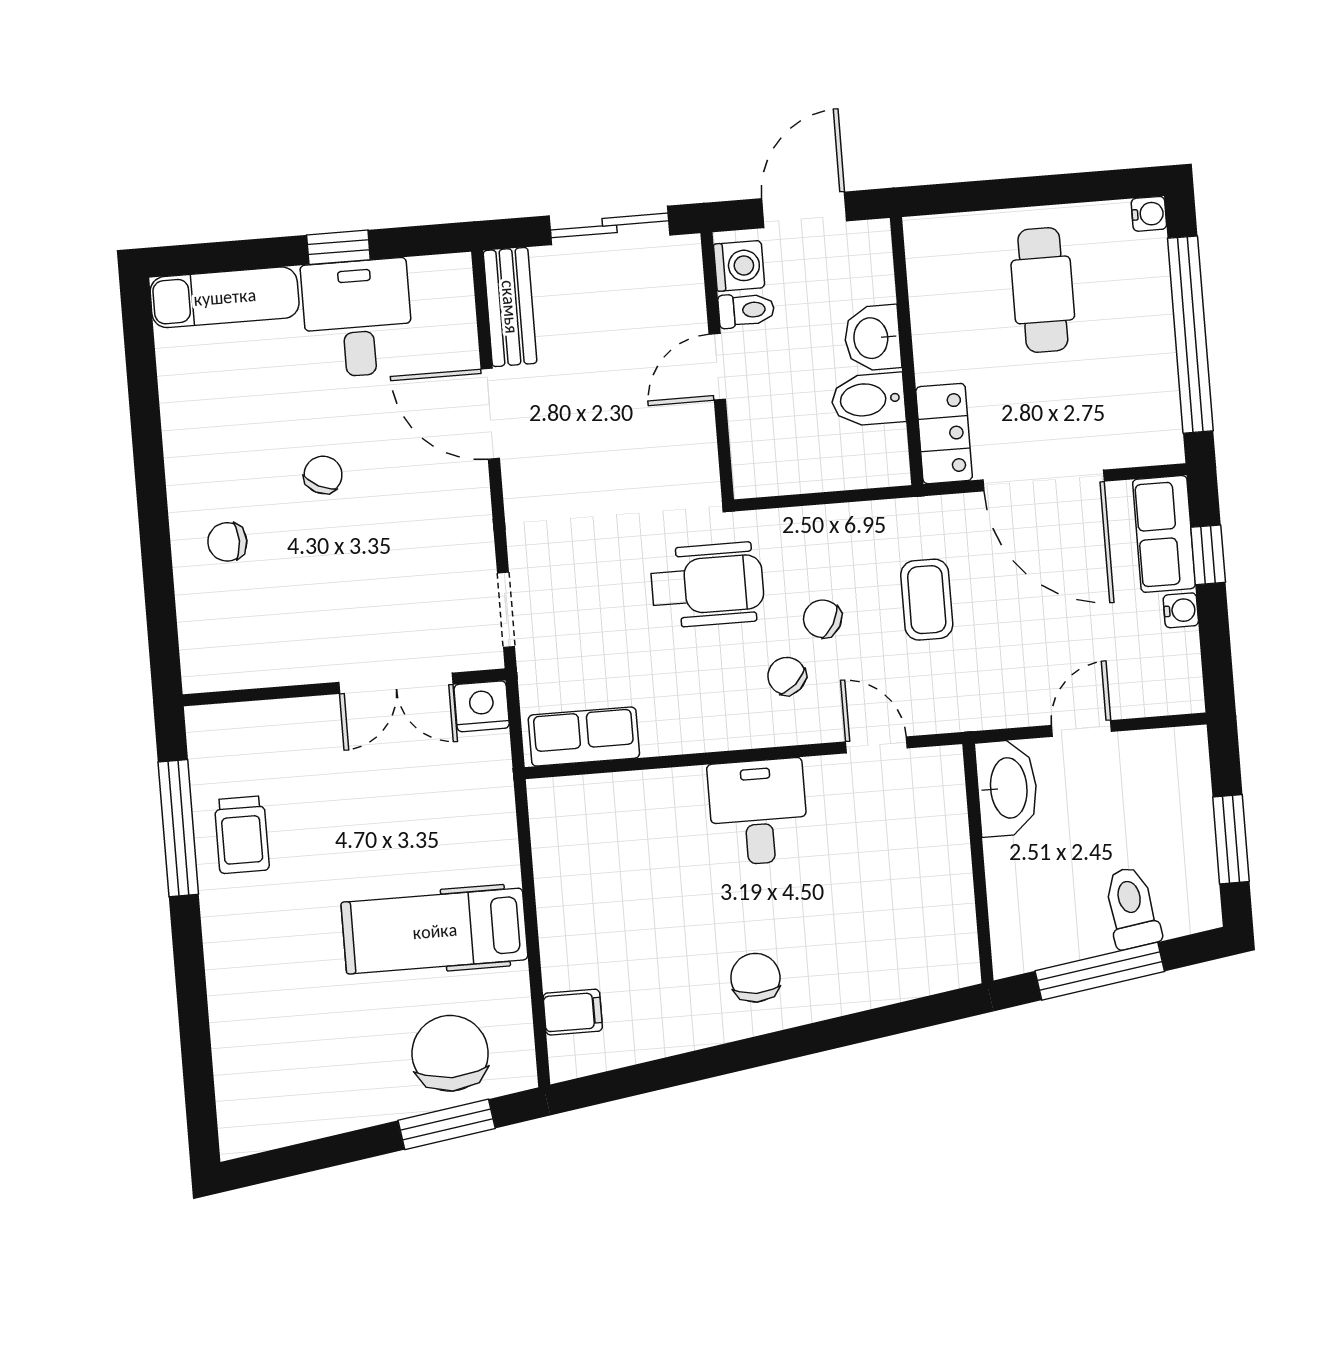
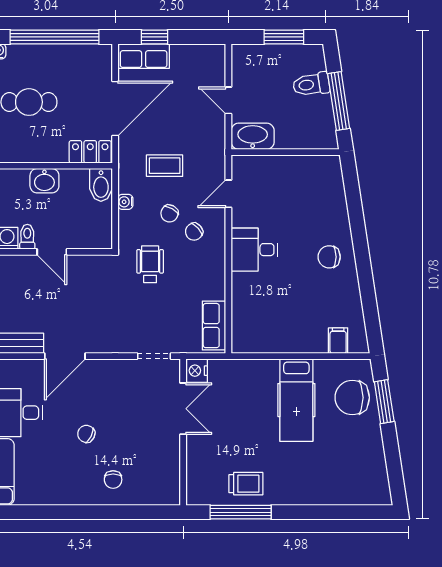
bidet: (868, 400) -> (101, 185), moved
wheelchair: (707, 585) -> (150, 264), width x0.73, depth x0.73
water cooler: (1181, 610) -> (125, 202), moved, turned -90

